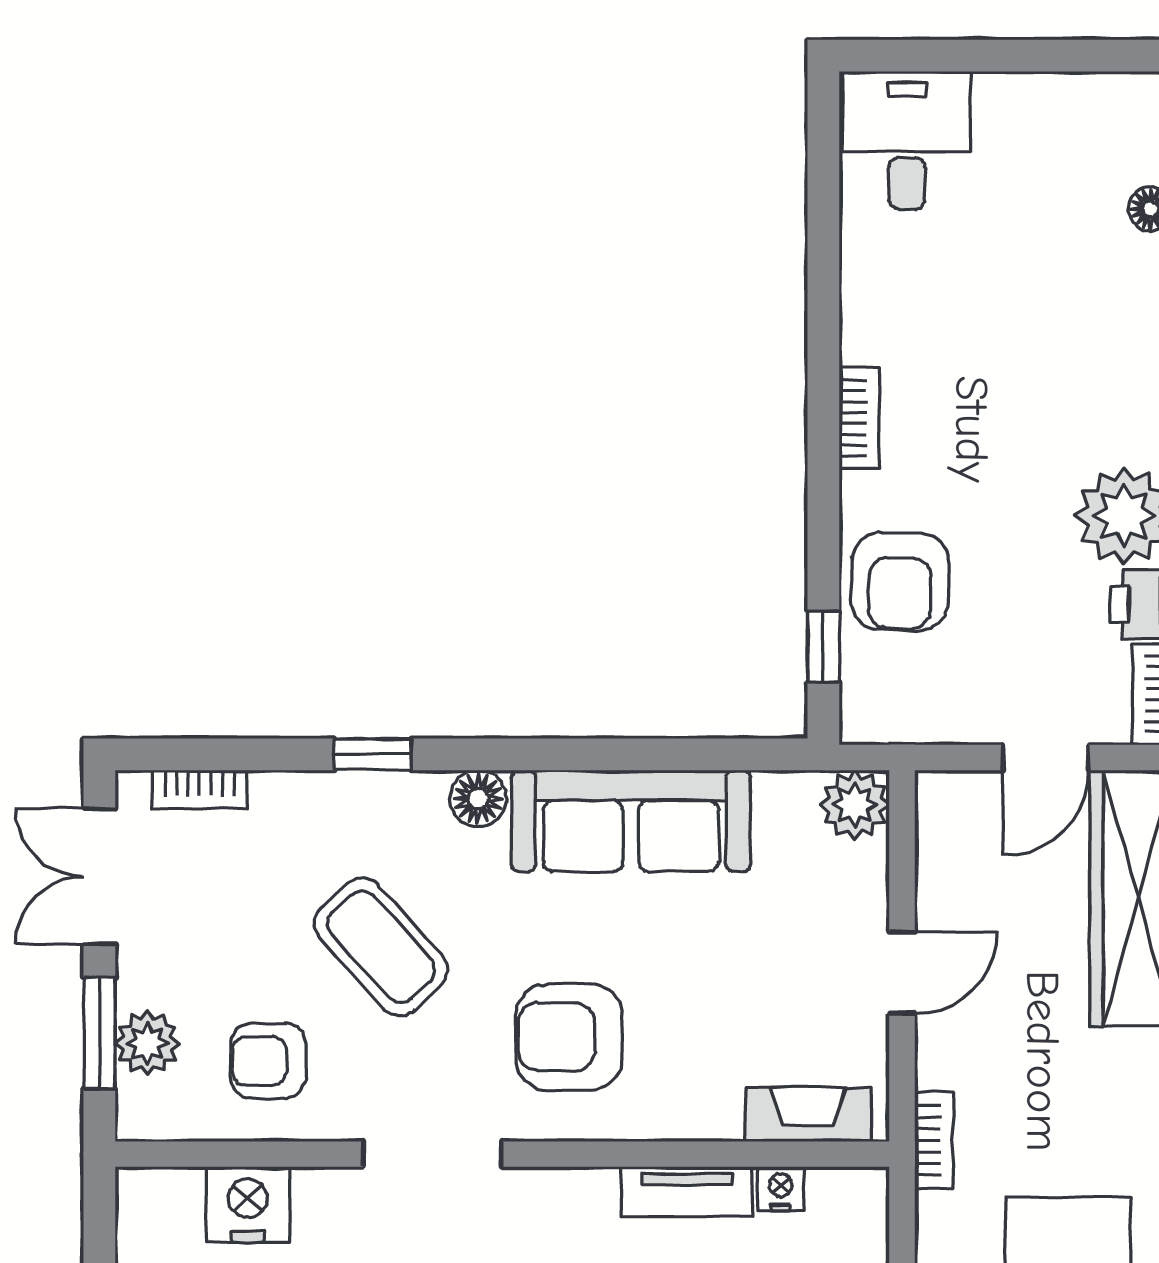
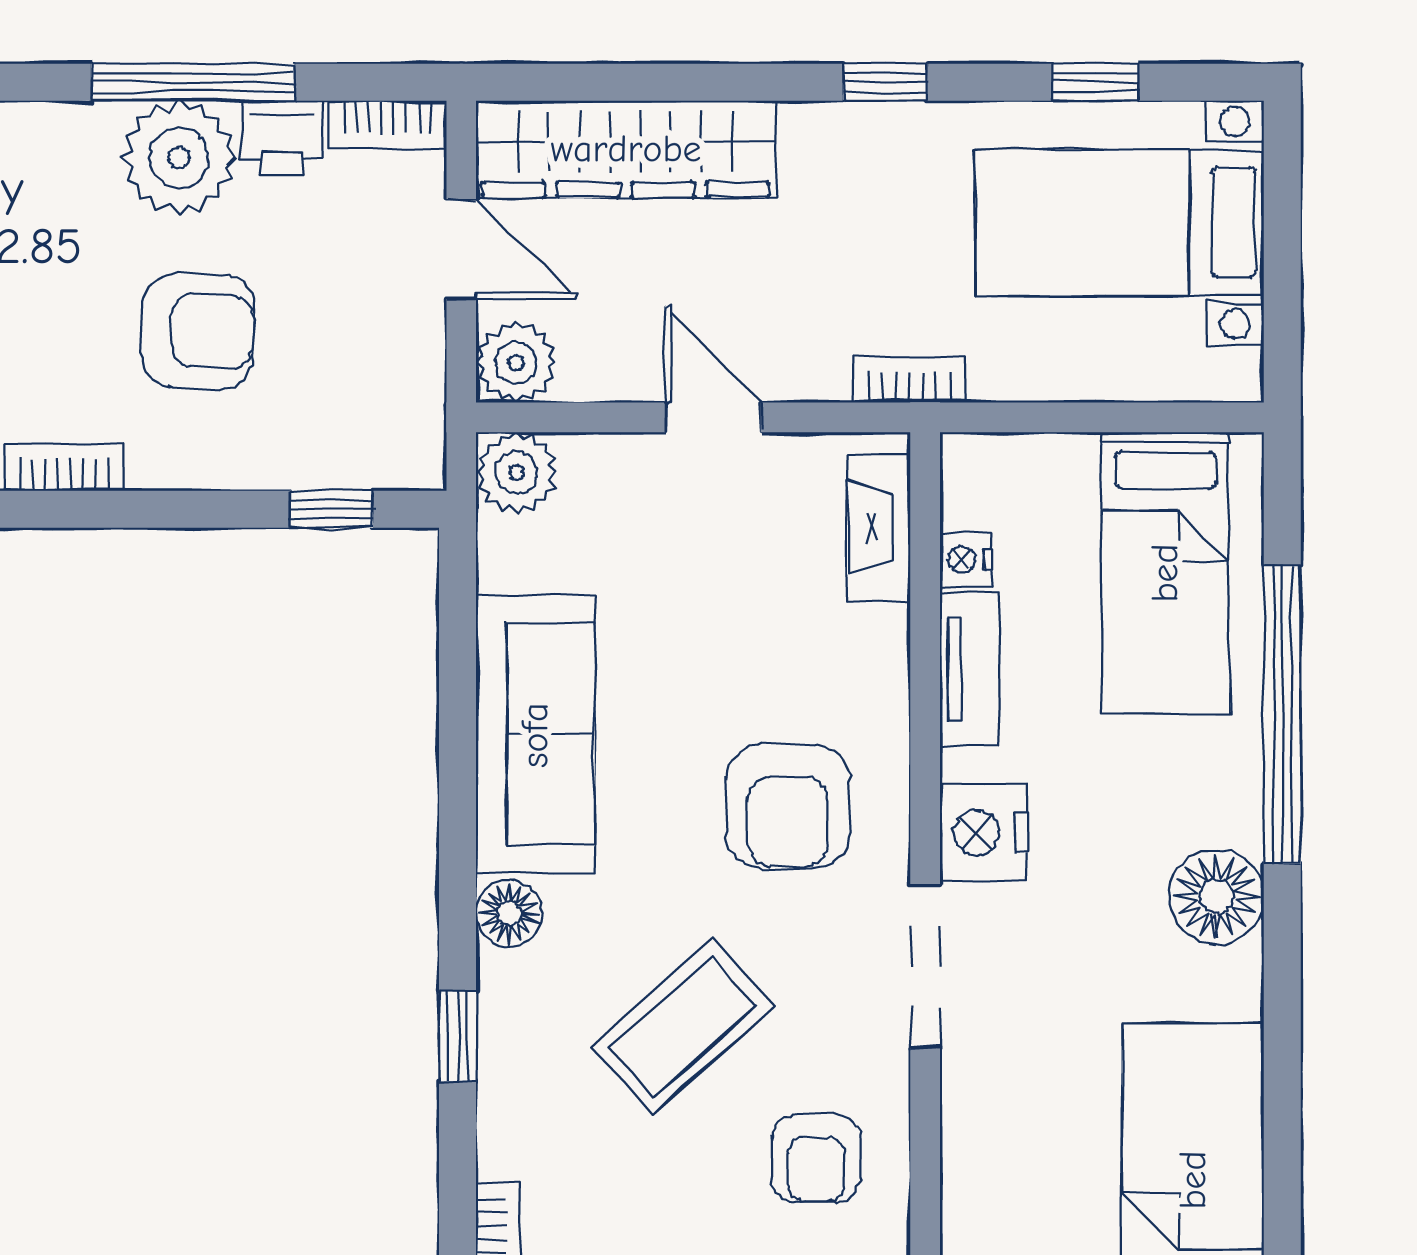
armchair: (900, 581) -> (198, 331), moved
plant: (949, 804) -> (516, 363), added
nightstand: (248, 1204) -> (984, 833), moved

